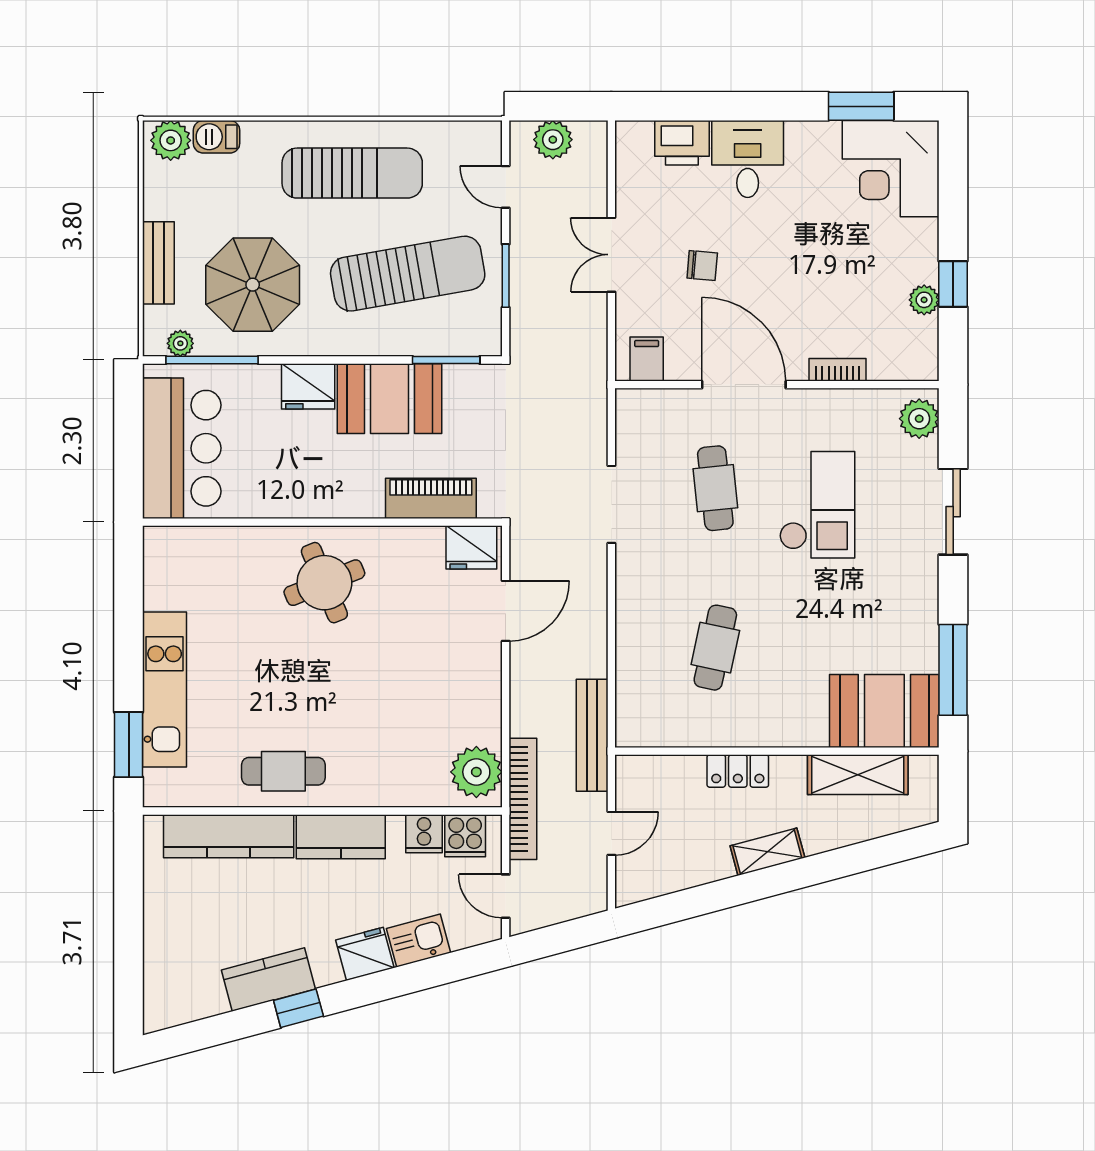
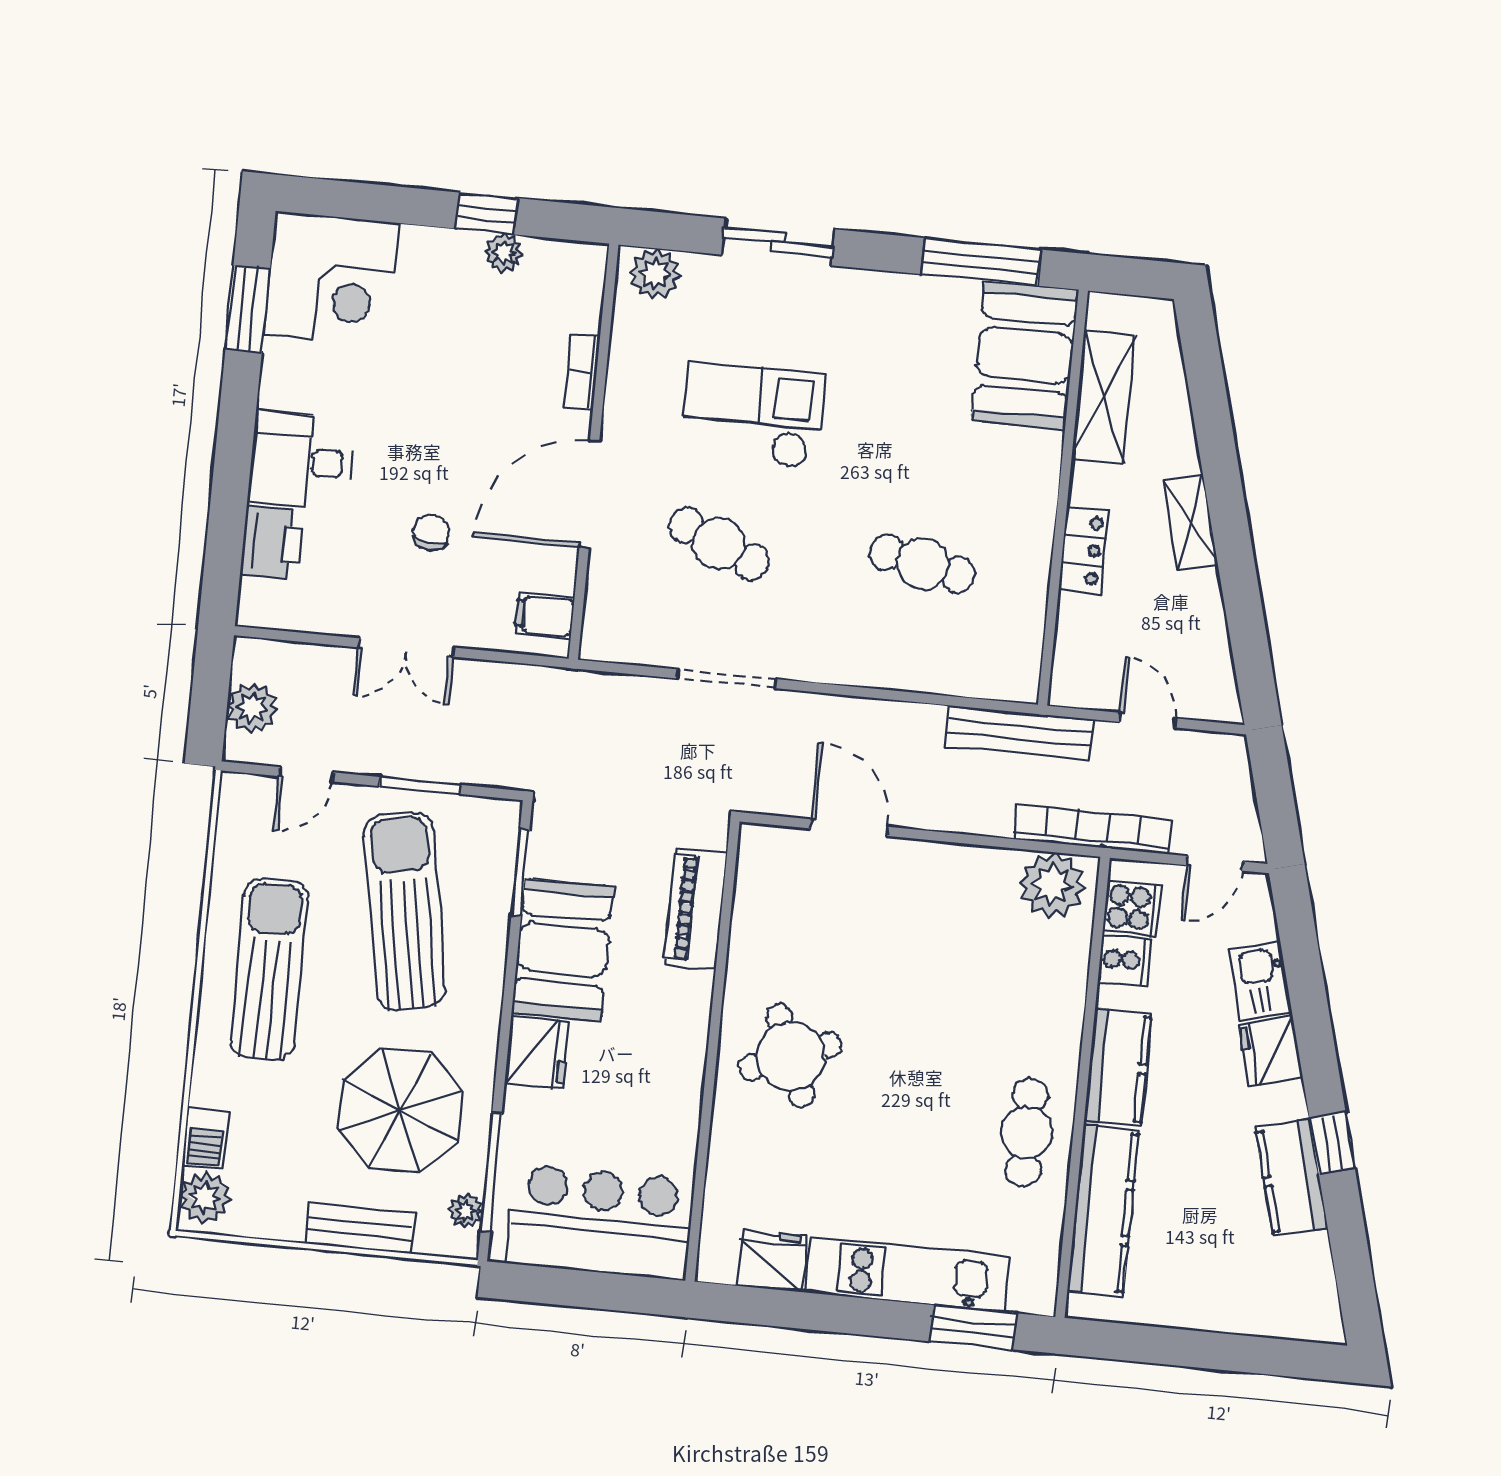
cafe table: (715, 488) -> (718, 544), turned 30
fridge: (471, 547) -> (772, 1261), moved, turned -90

